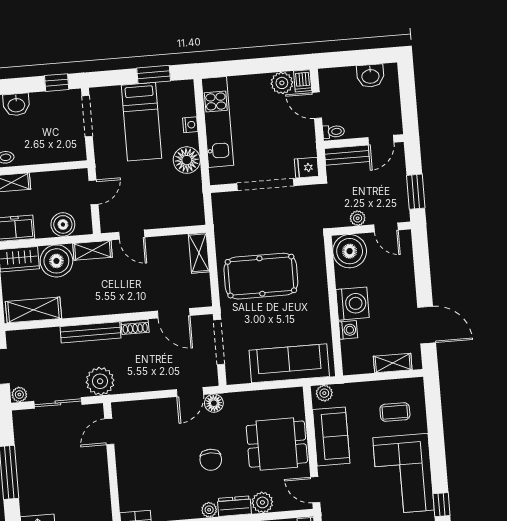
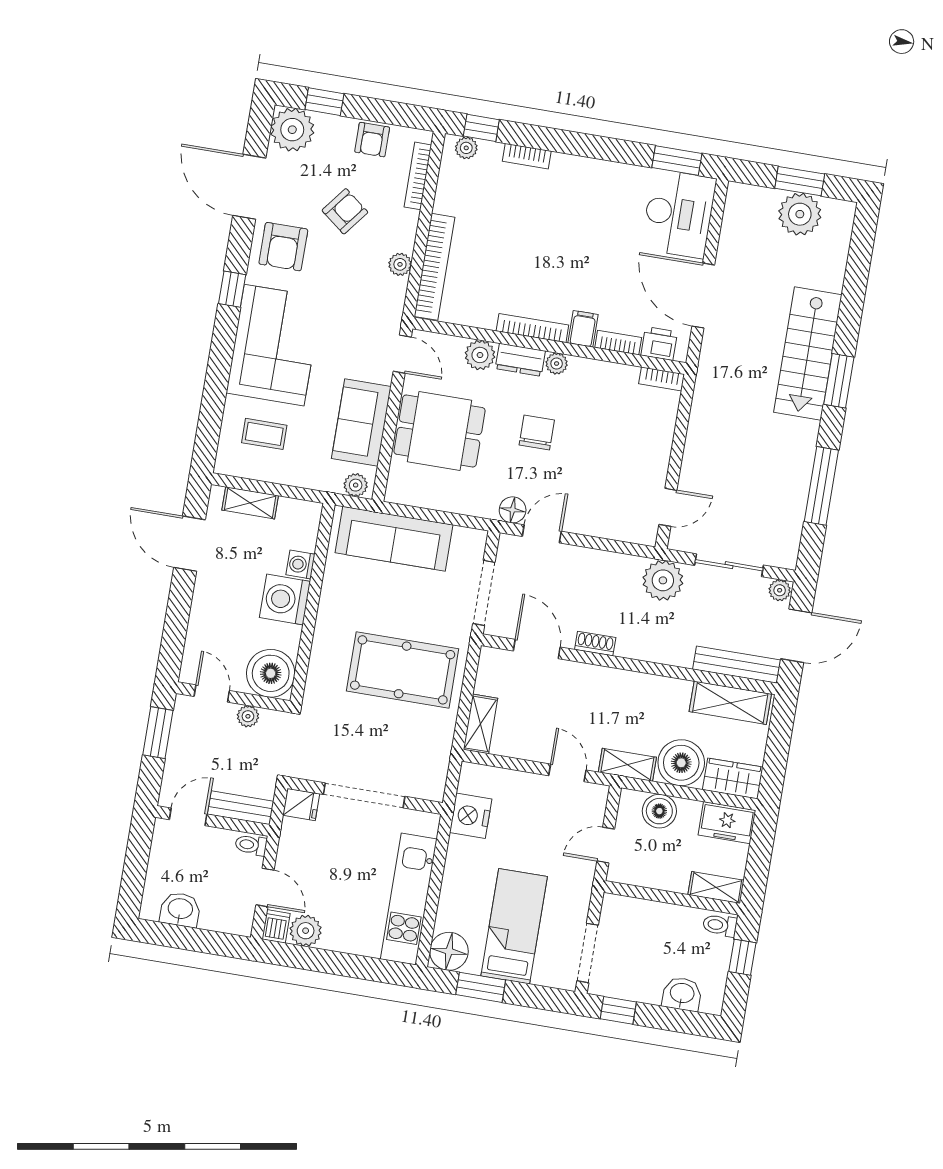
nightstand: (190, 125) -> (471, 816), moved, width x1.89, depth x1.79
floor lamp: (187, 160) -> (449, 951), moved
bench: (90, 332) -> (737, 665), moved

